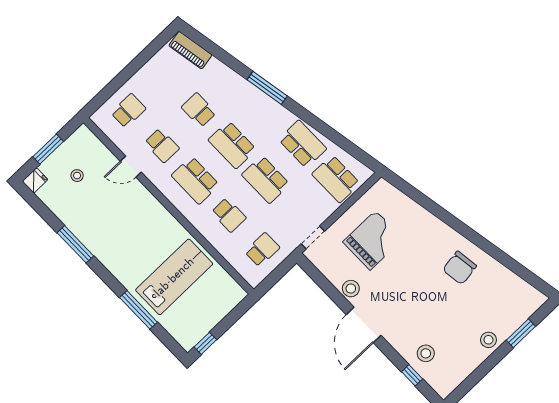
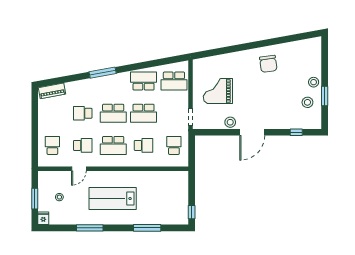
grand piano: (373, 240) -> (218, 91), turned -90
lab bench: (174, 277) -> (113, 199), moved, turned -90
door: (364, 325) -> (252, 132), hinge flipped
window: (521, 333) -> (325, 96), moved
stool: (426, 353) -> (307, 102), moved

